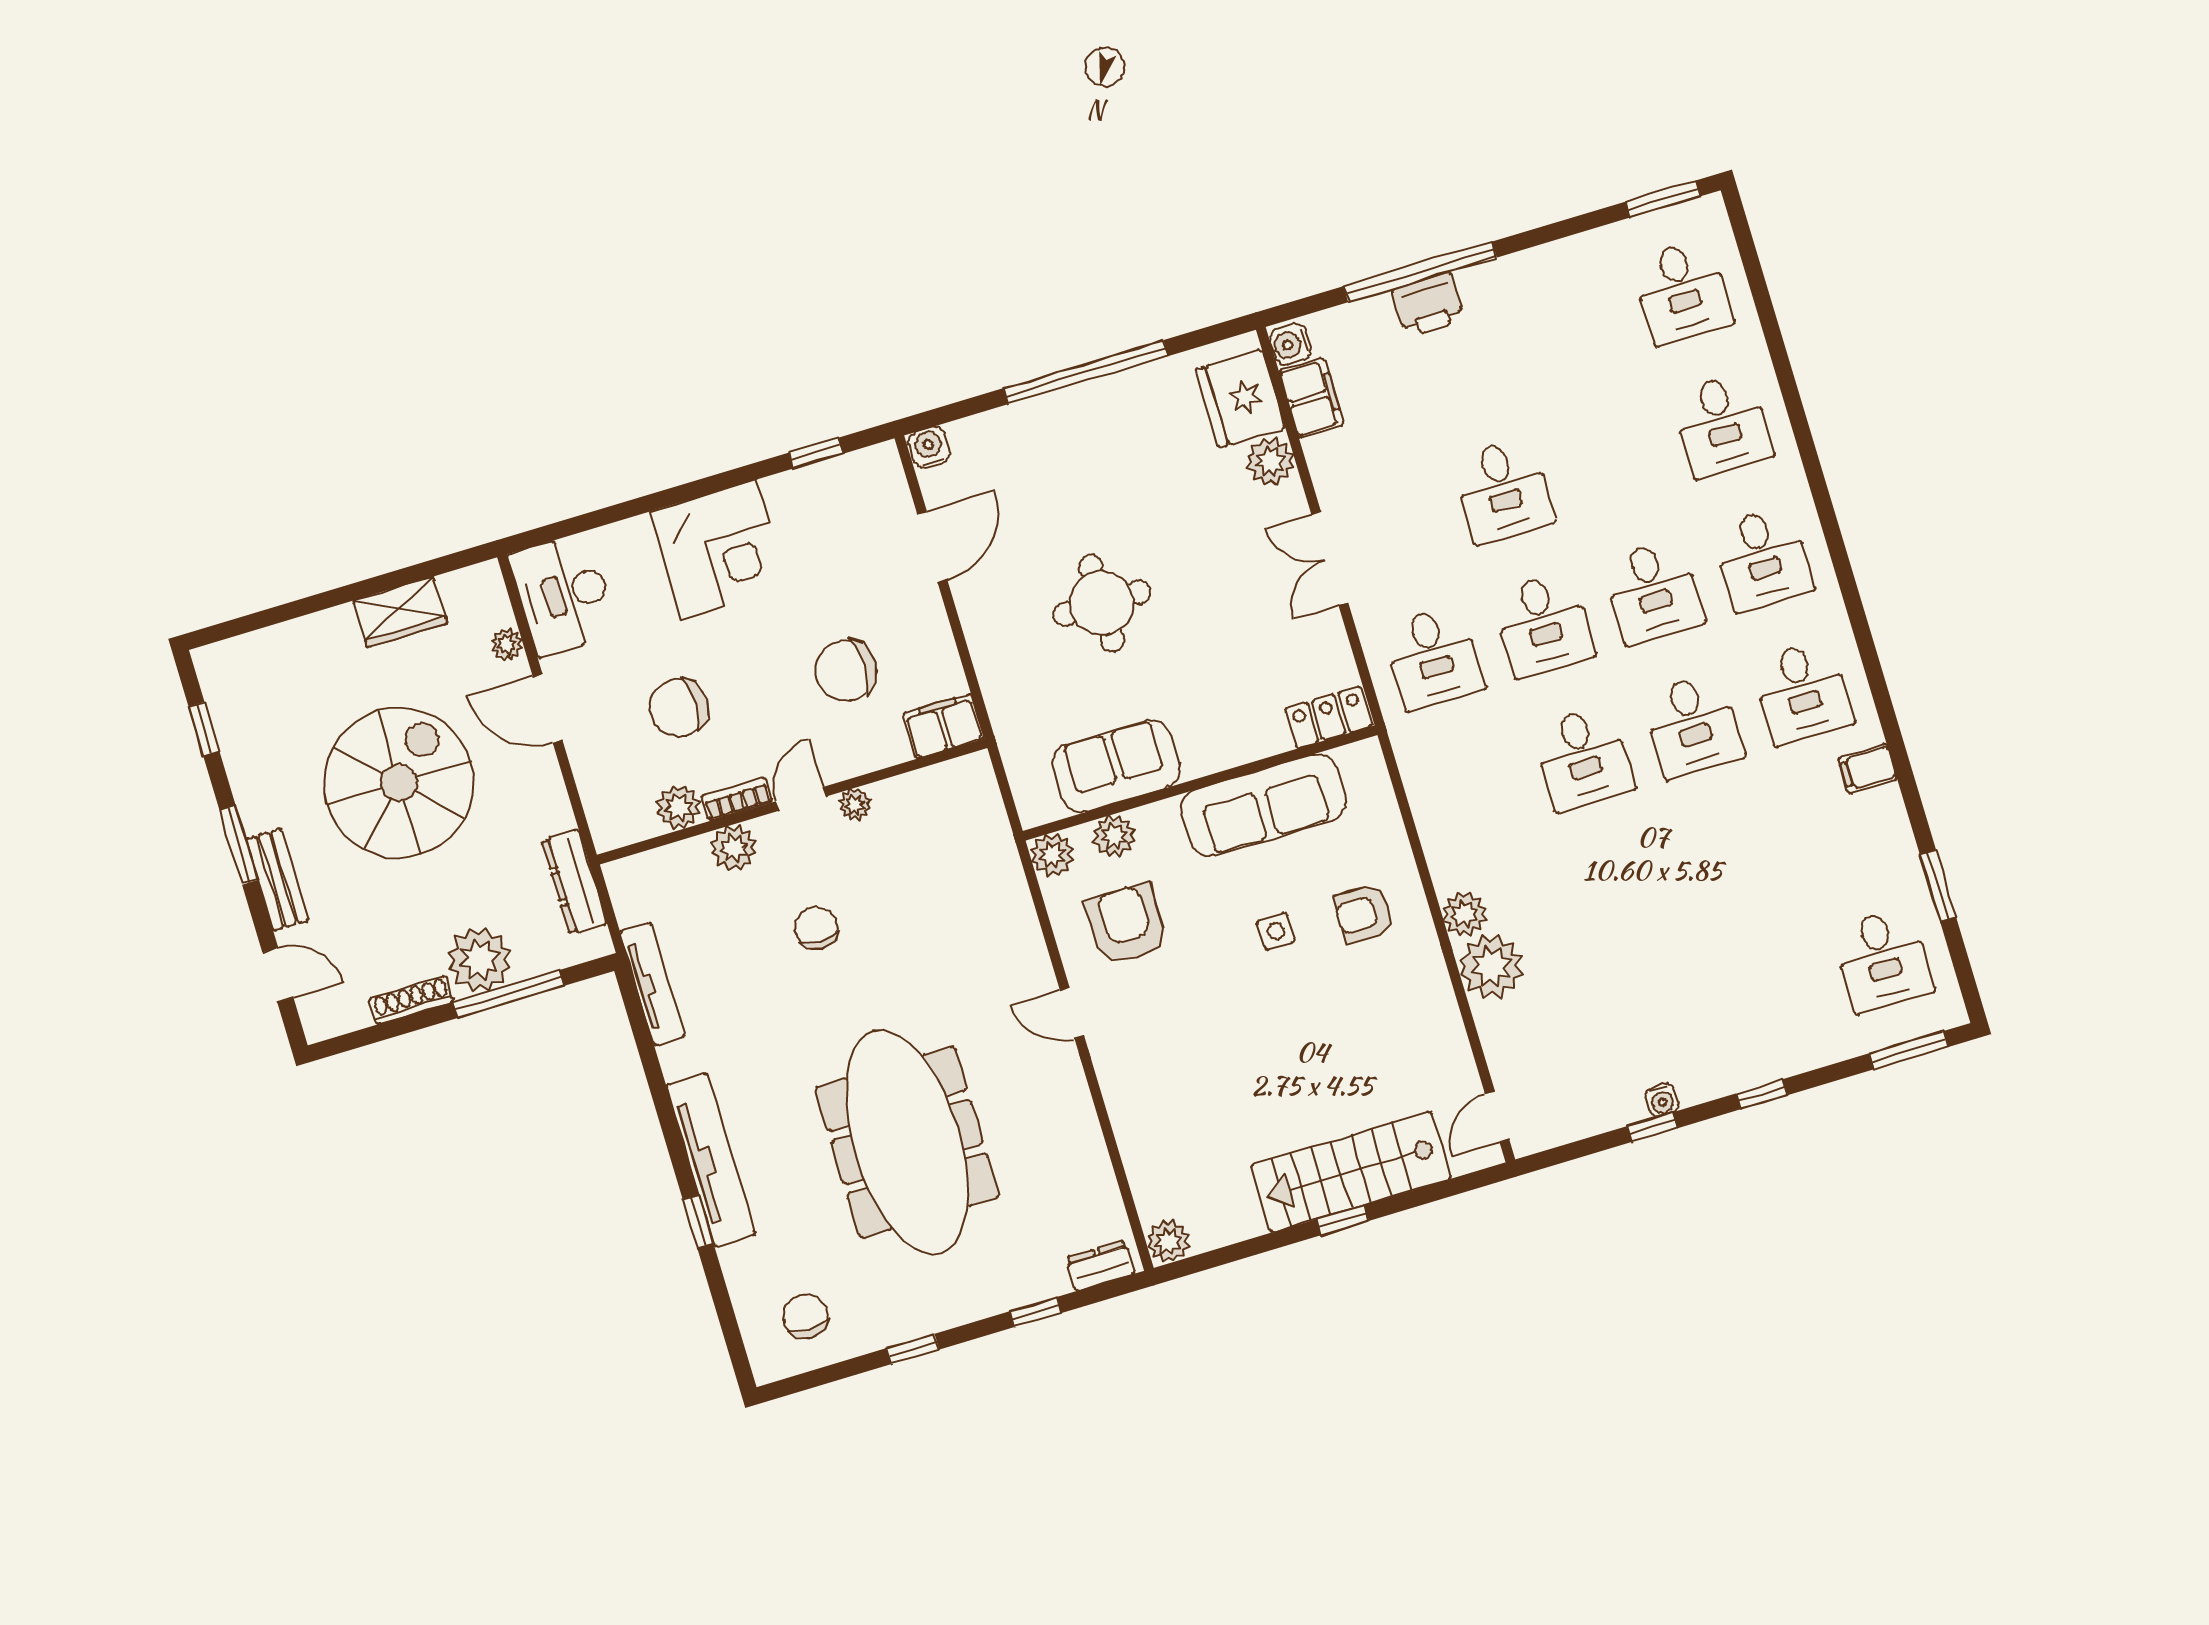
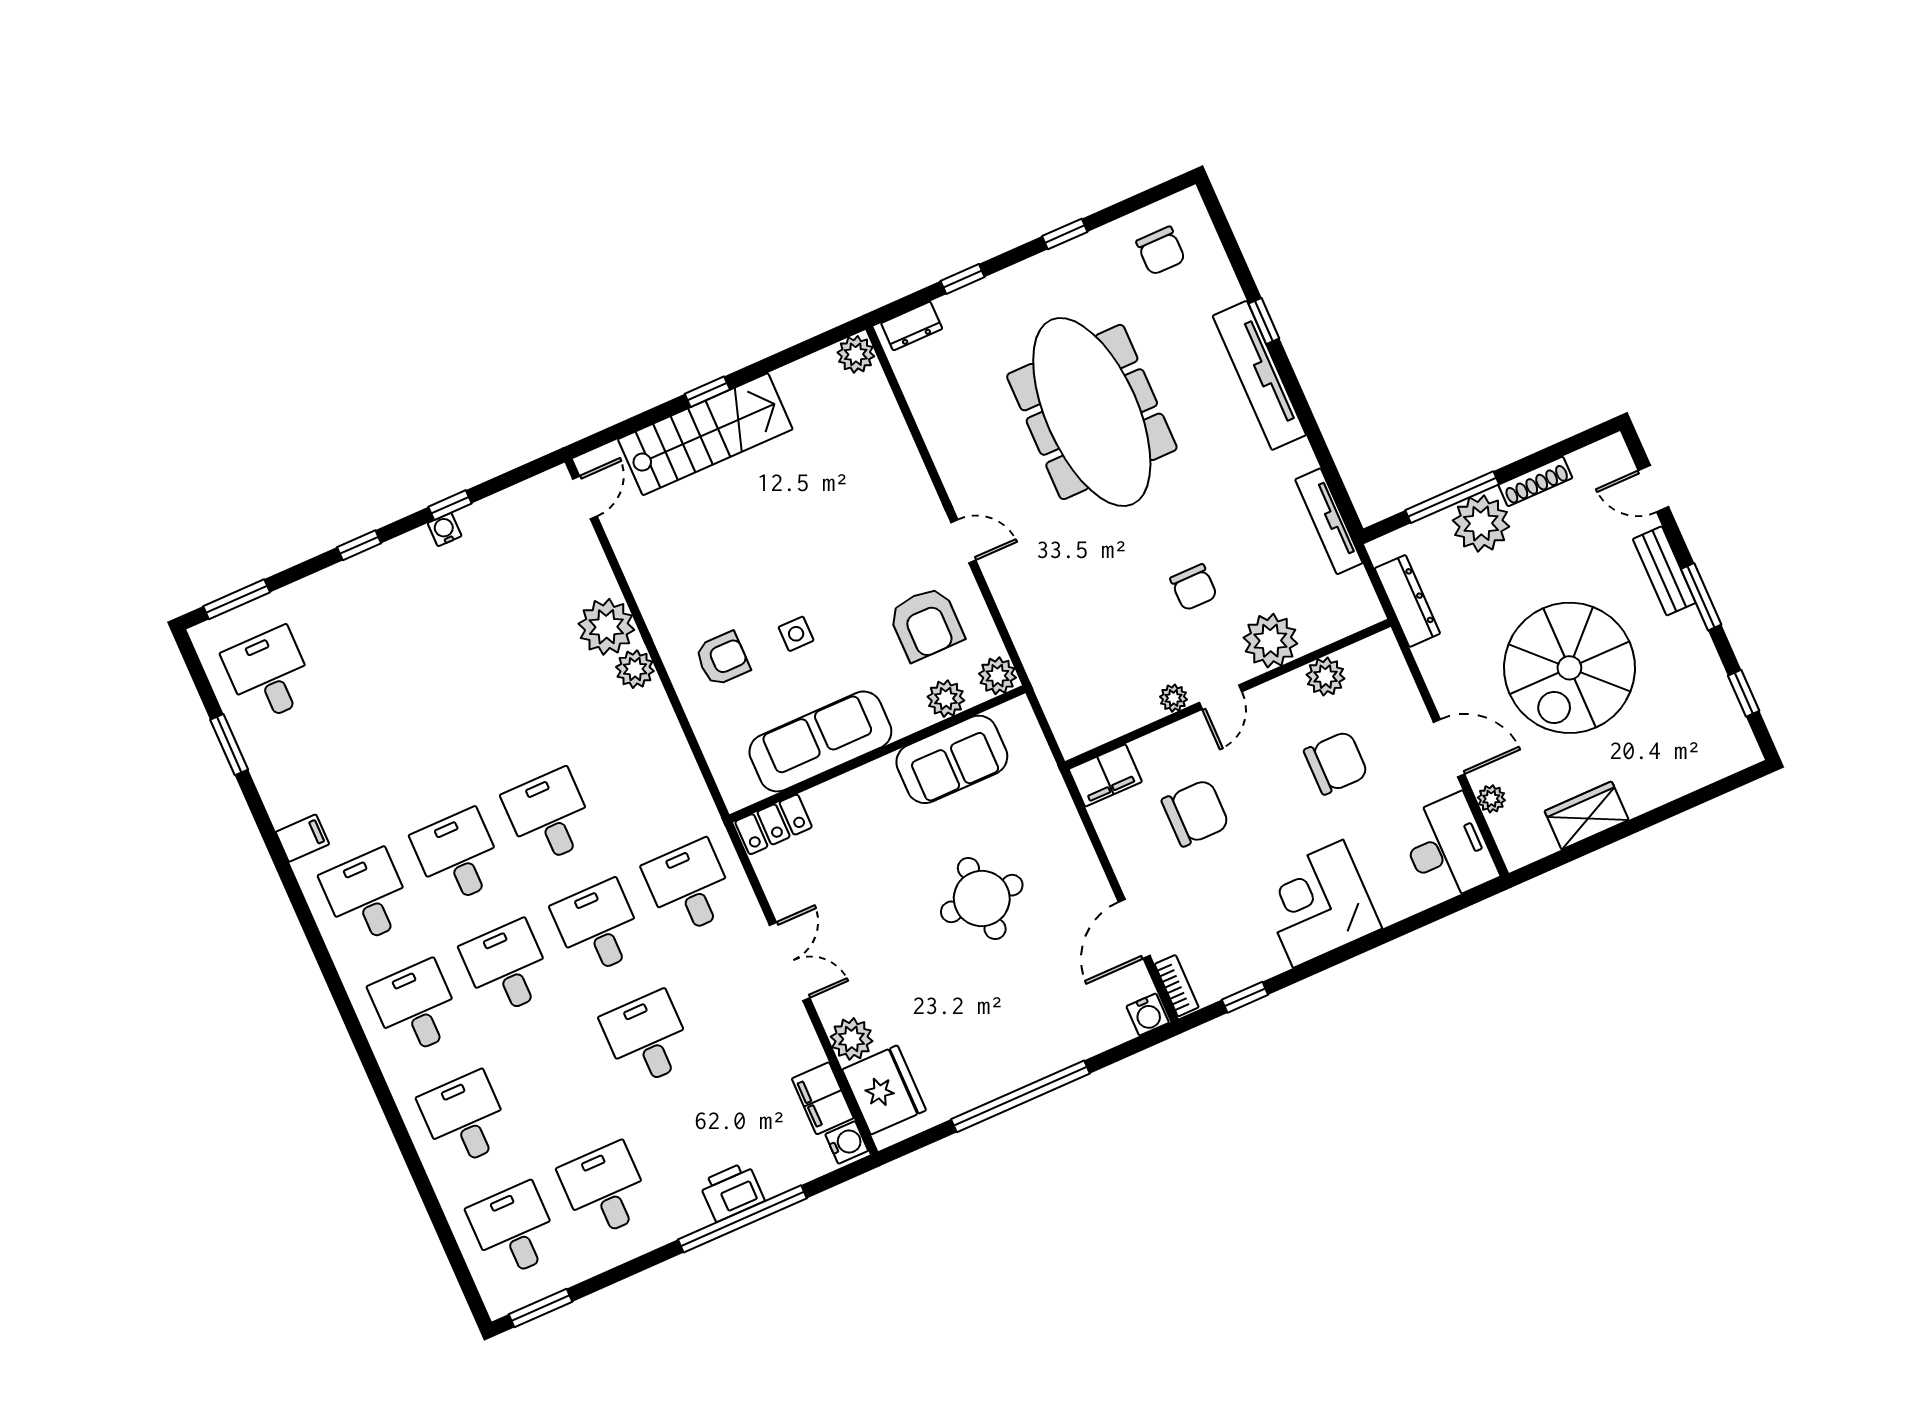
desk: (1573, 324) -> (605, 1190), added
bookcase: (737, 799) -> (1177, 986), moved, turned -90
plant: (734, 848) -> (1270, 641), width x1.36, depth x1.36

